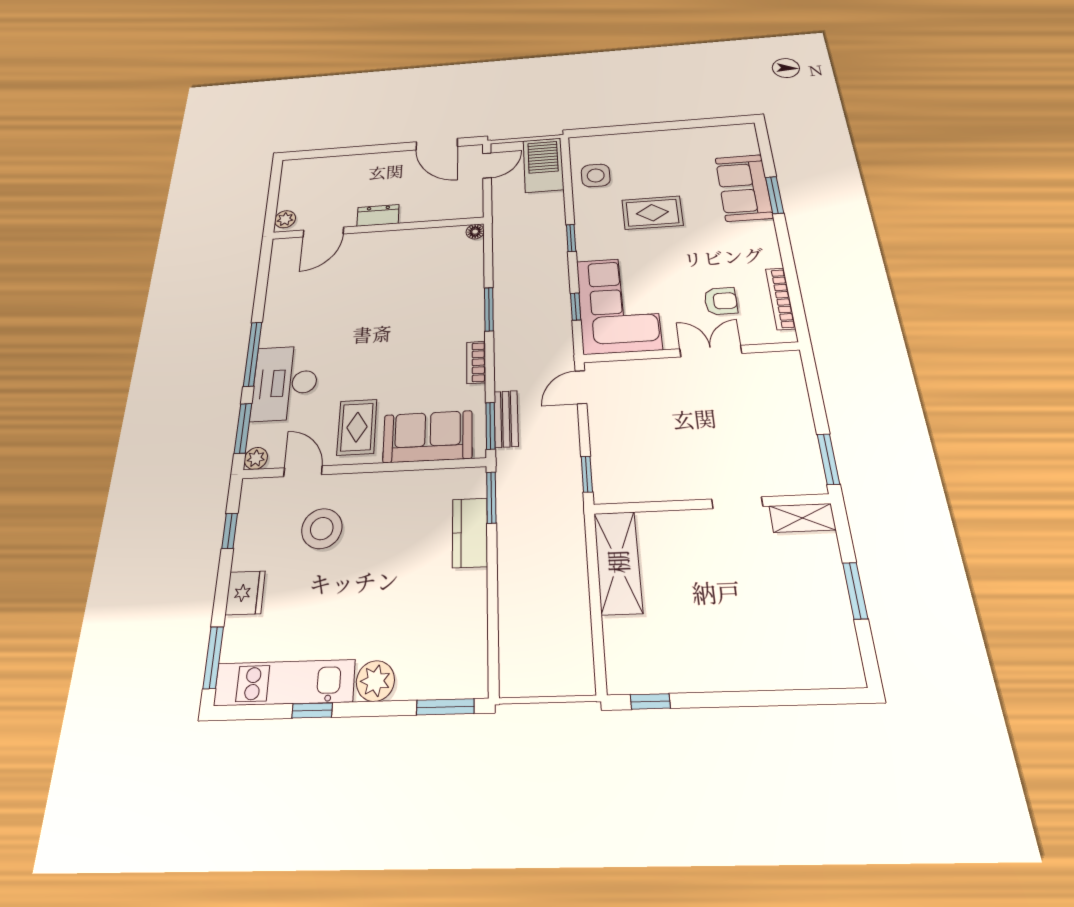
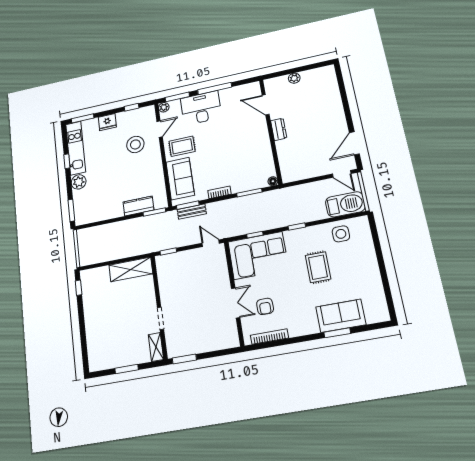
dresser: (378, 215) -> (279, 129), moved
wall: (377, 228) -> (271, 131), moved
door: (323, 232) -> (266, 105), moved
floor lamp: (475, 232) -> (273, 181), moved

